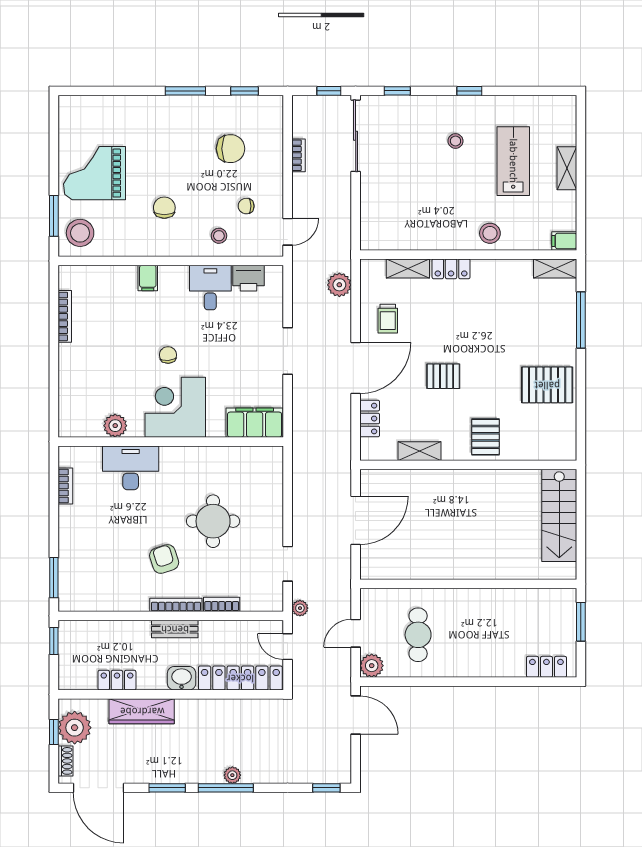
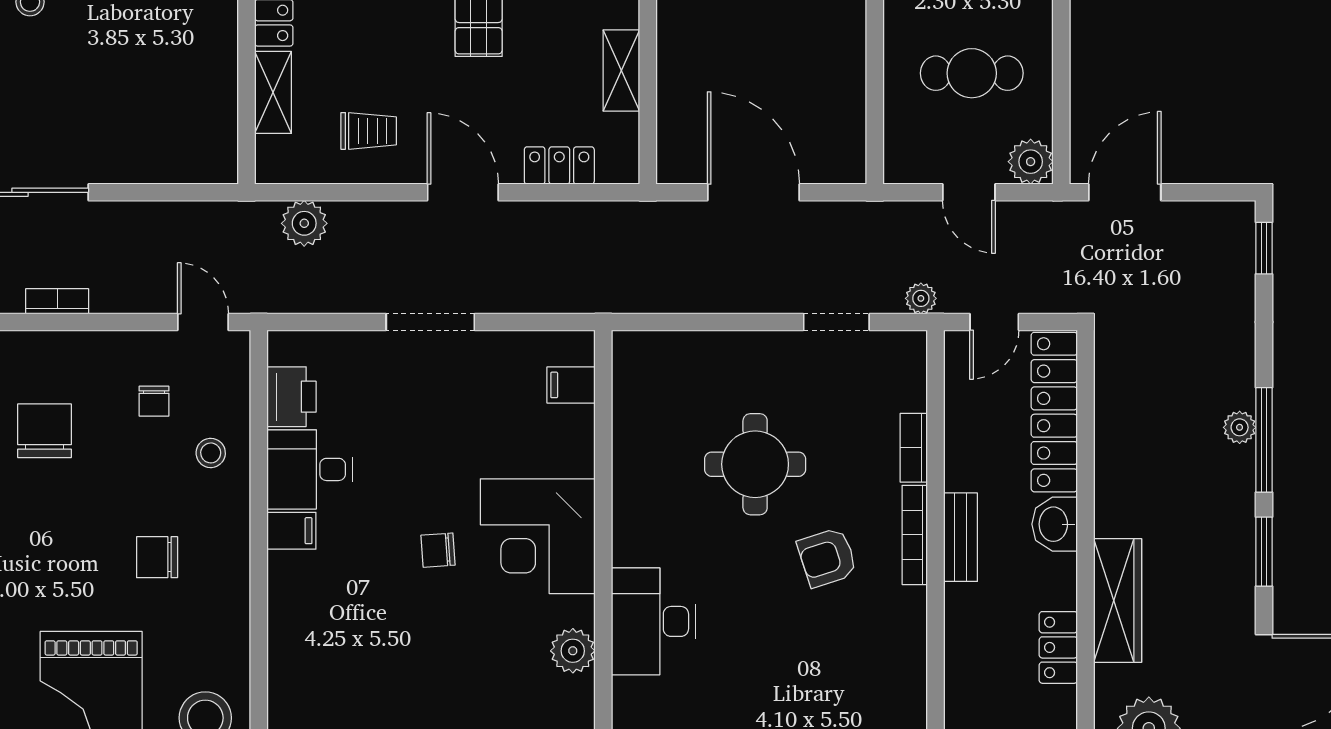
filing cabinet: (148, 278) -> (291, 531), moved
door: (356, 368) -> (463, 192), width x0.73
filing cabinet: (255, 423) -> (571, 385), width x0.33, depth x0.86

